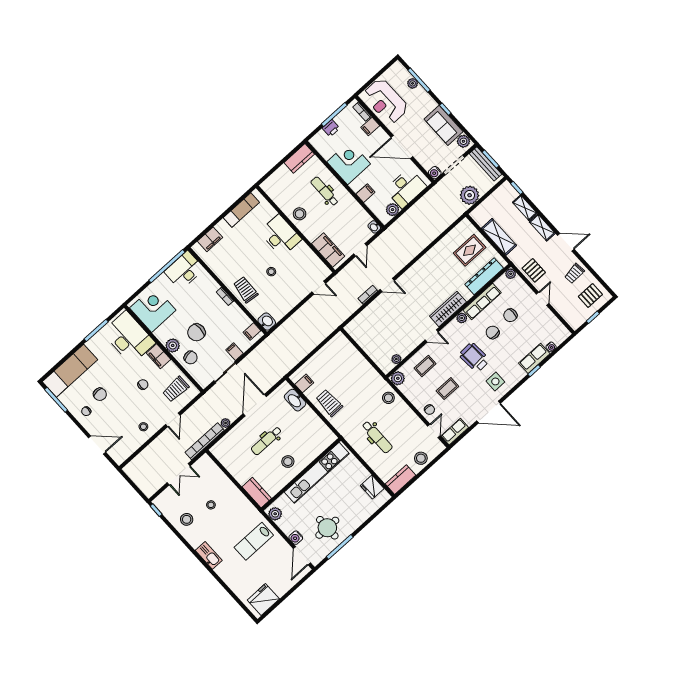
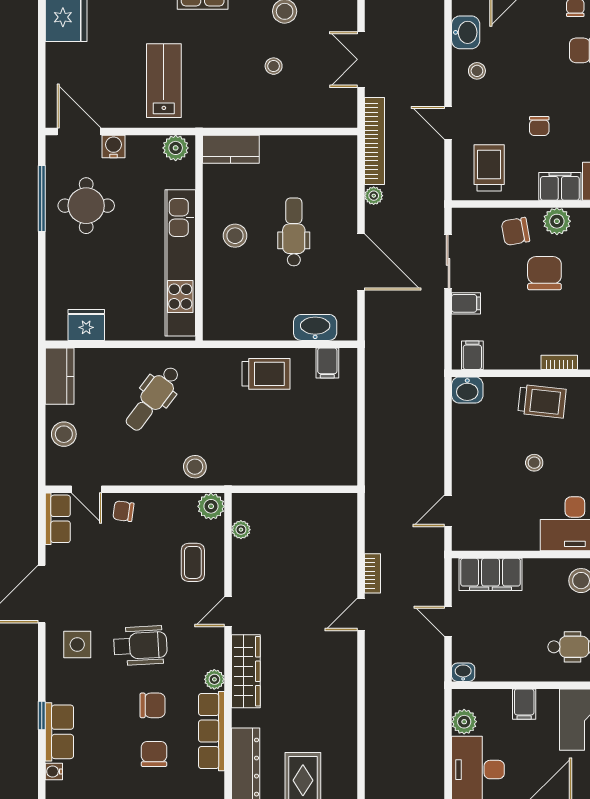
coffee table: (447, 389) -> (130, 565), removed
dental chair: (377, 437) -> (153, 398), turned -53
washbasin: (133, 444) -> (466, 32), added

